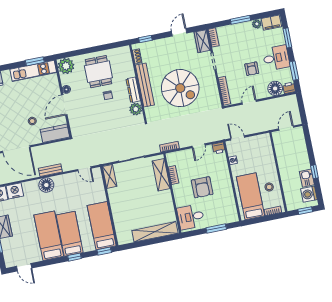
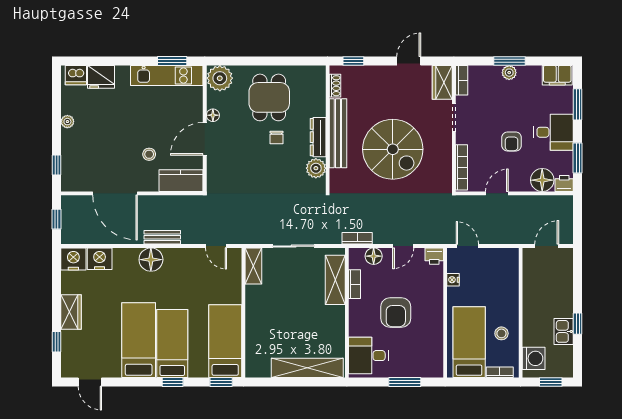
plant: (257, 24) -> (509, 73), moved
floor lamp: (182, 156) -> (374, 256), added
washing machine: (309, 194) -> (534, 358), moved, turned 180

